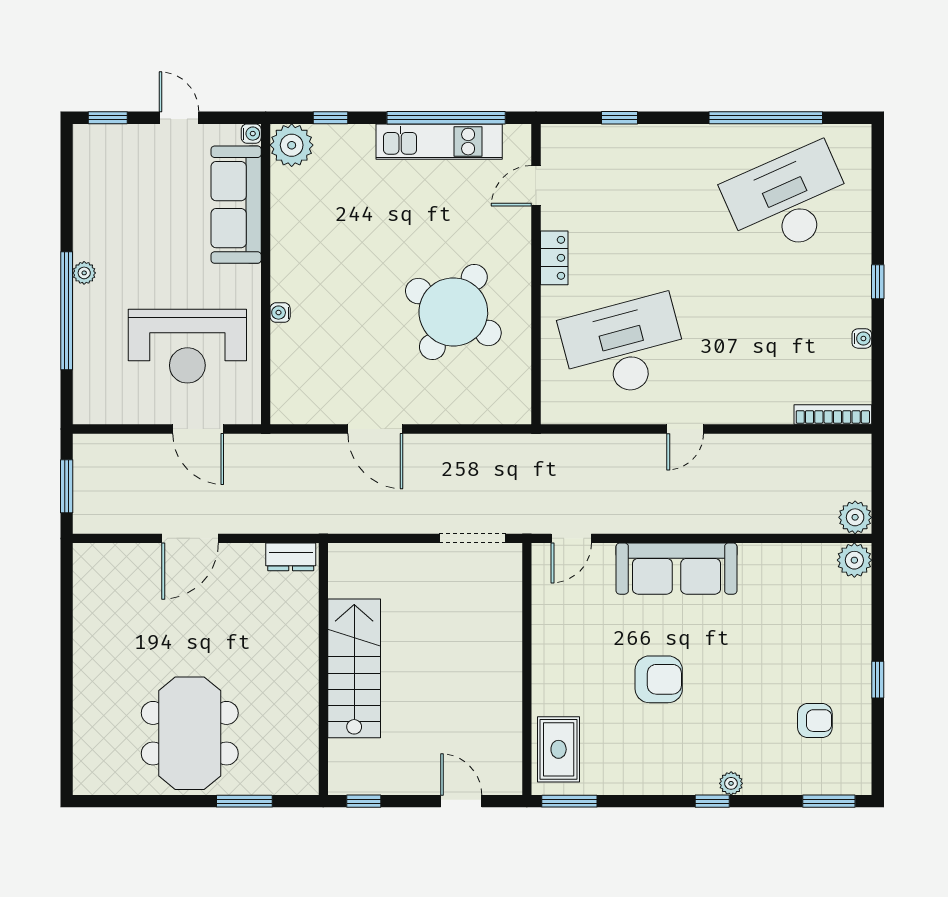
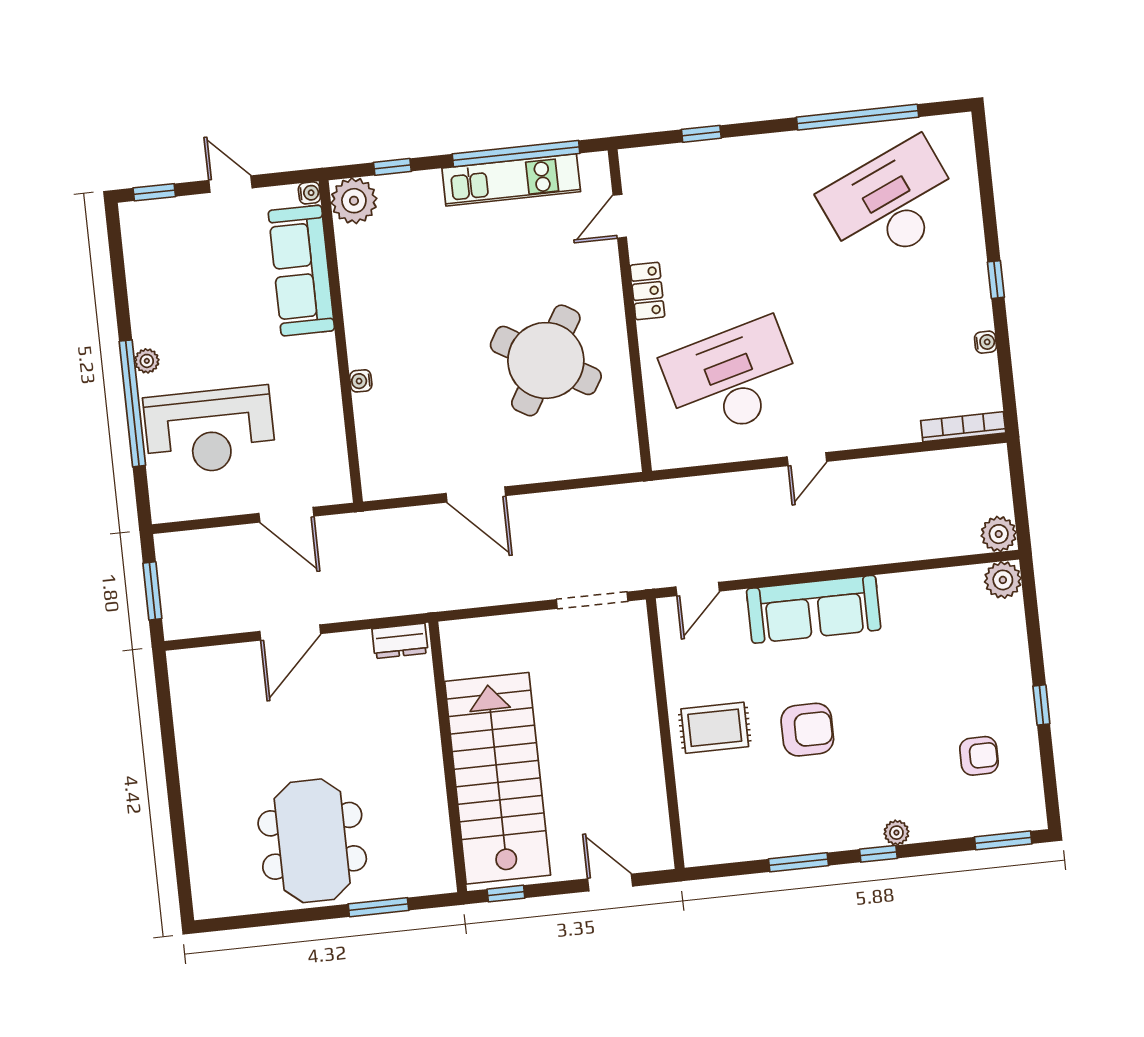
reception desk: (187, 346) -> (210, 431), moved
stairs: (354, 668) -> (498, 778), width x1.36, depth x1.51
rug: (559, 749) -> (715, 728), moved, turned 90
window: (569, 801) -> (798, 862), moved

